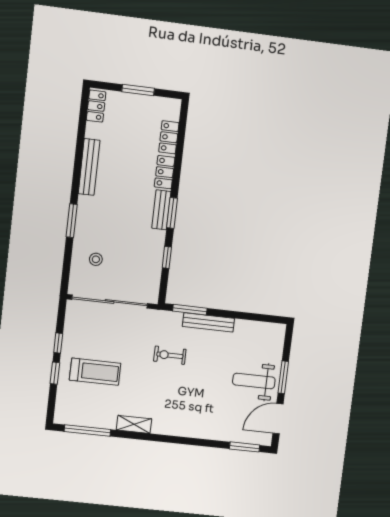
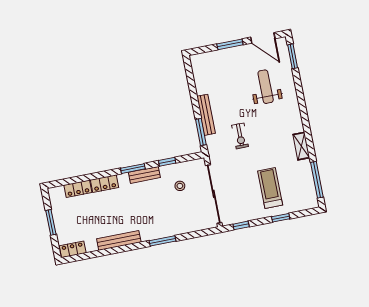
bench: (161, 210) -> (144, 175), moved
stool: (96, 259) -> (180, 186), moved
window: (58, 343) -> (241, 225), moved
weight bench: (254, 381) -> (266, 87), moved, turned 180

